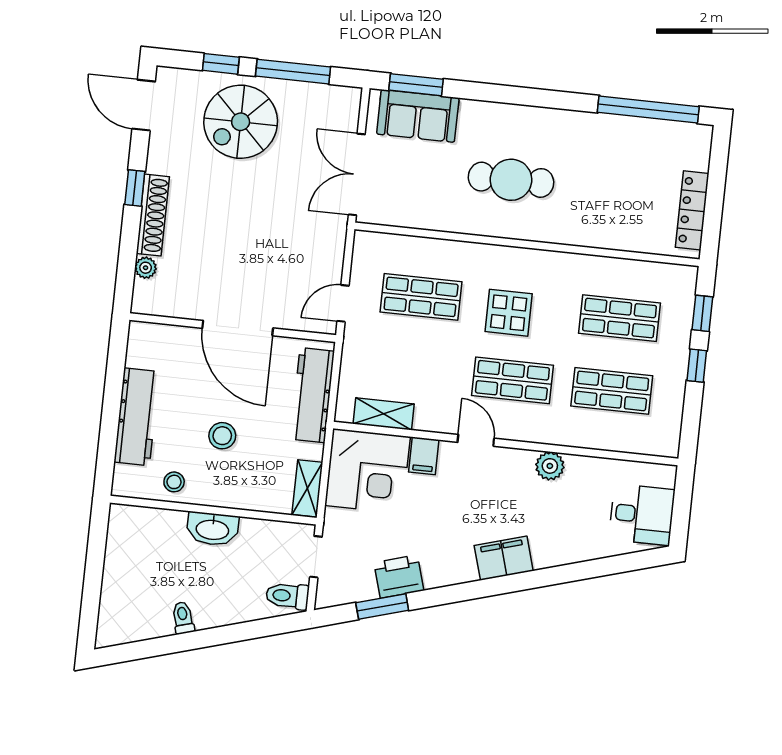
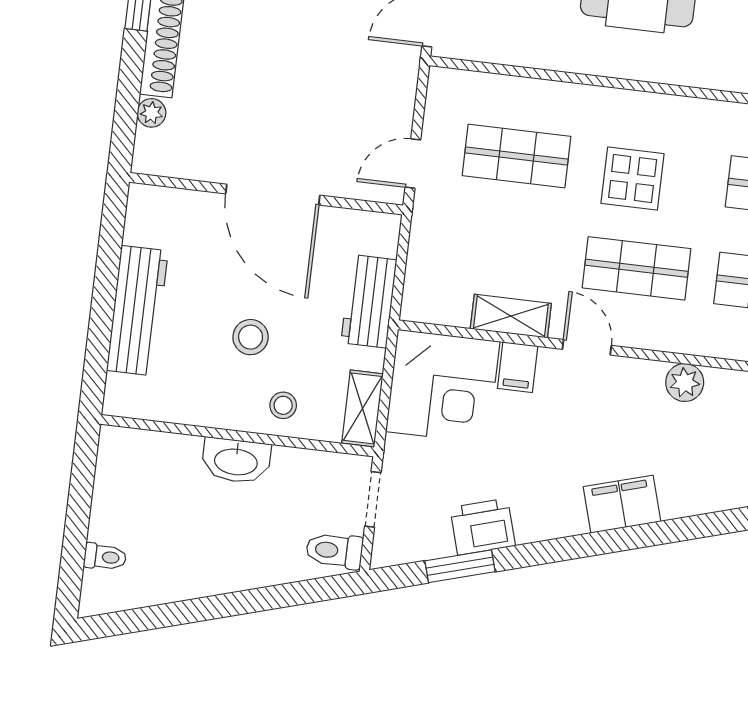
workbench: (312, 395) -> (369, 301), width x0.73
shelving: (384, 414) -> (511, 316), moved
stool: (174, 482) -> (283, 405), moved
toilet: (183, 618) -> (105, 557), moved, turned 106

